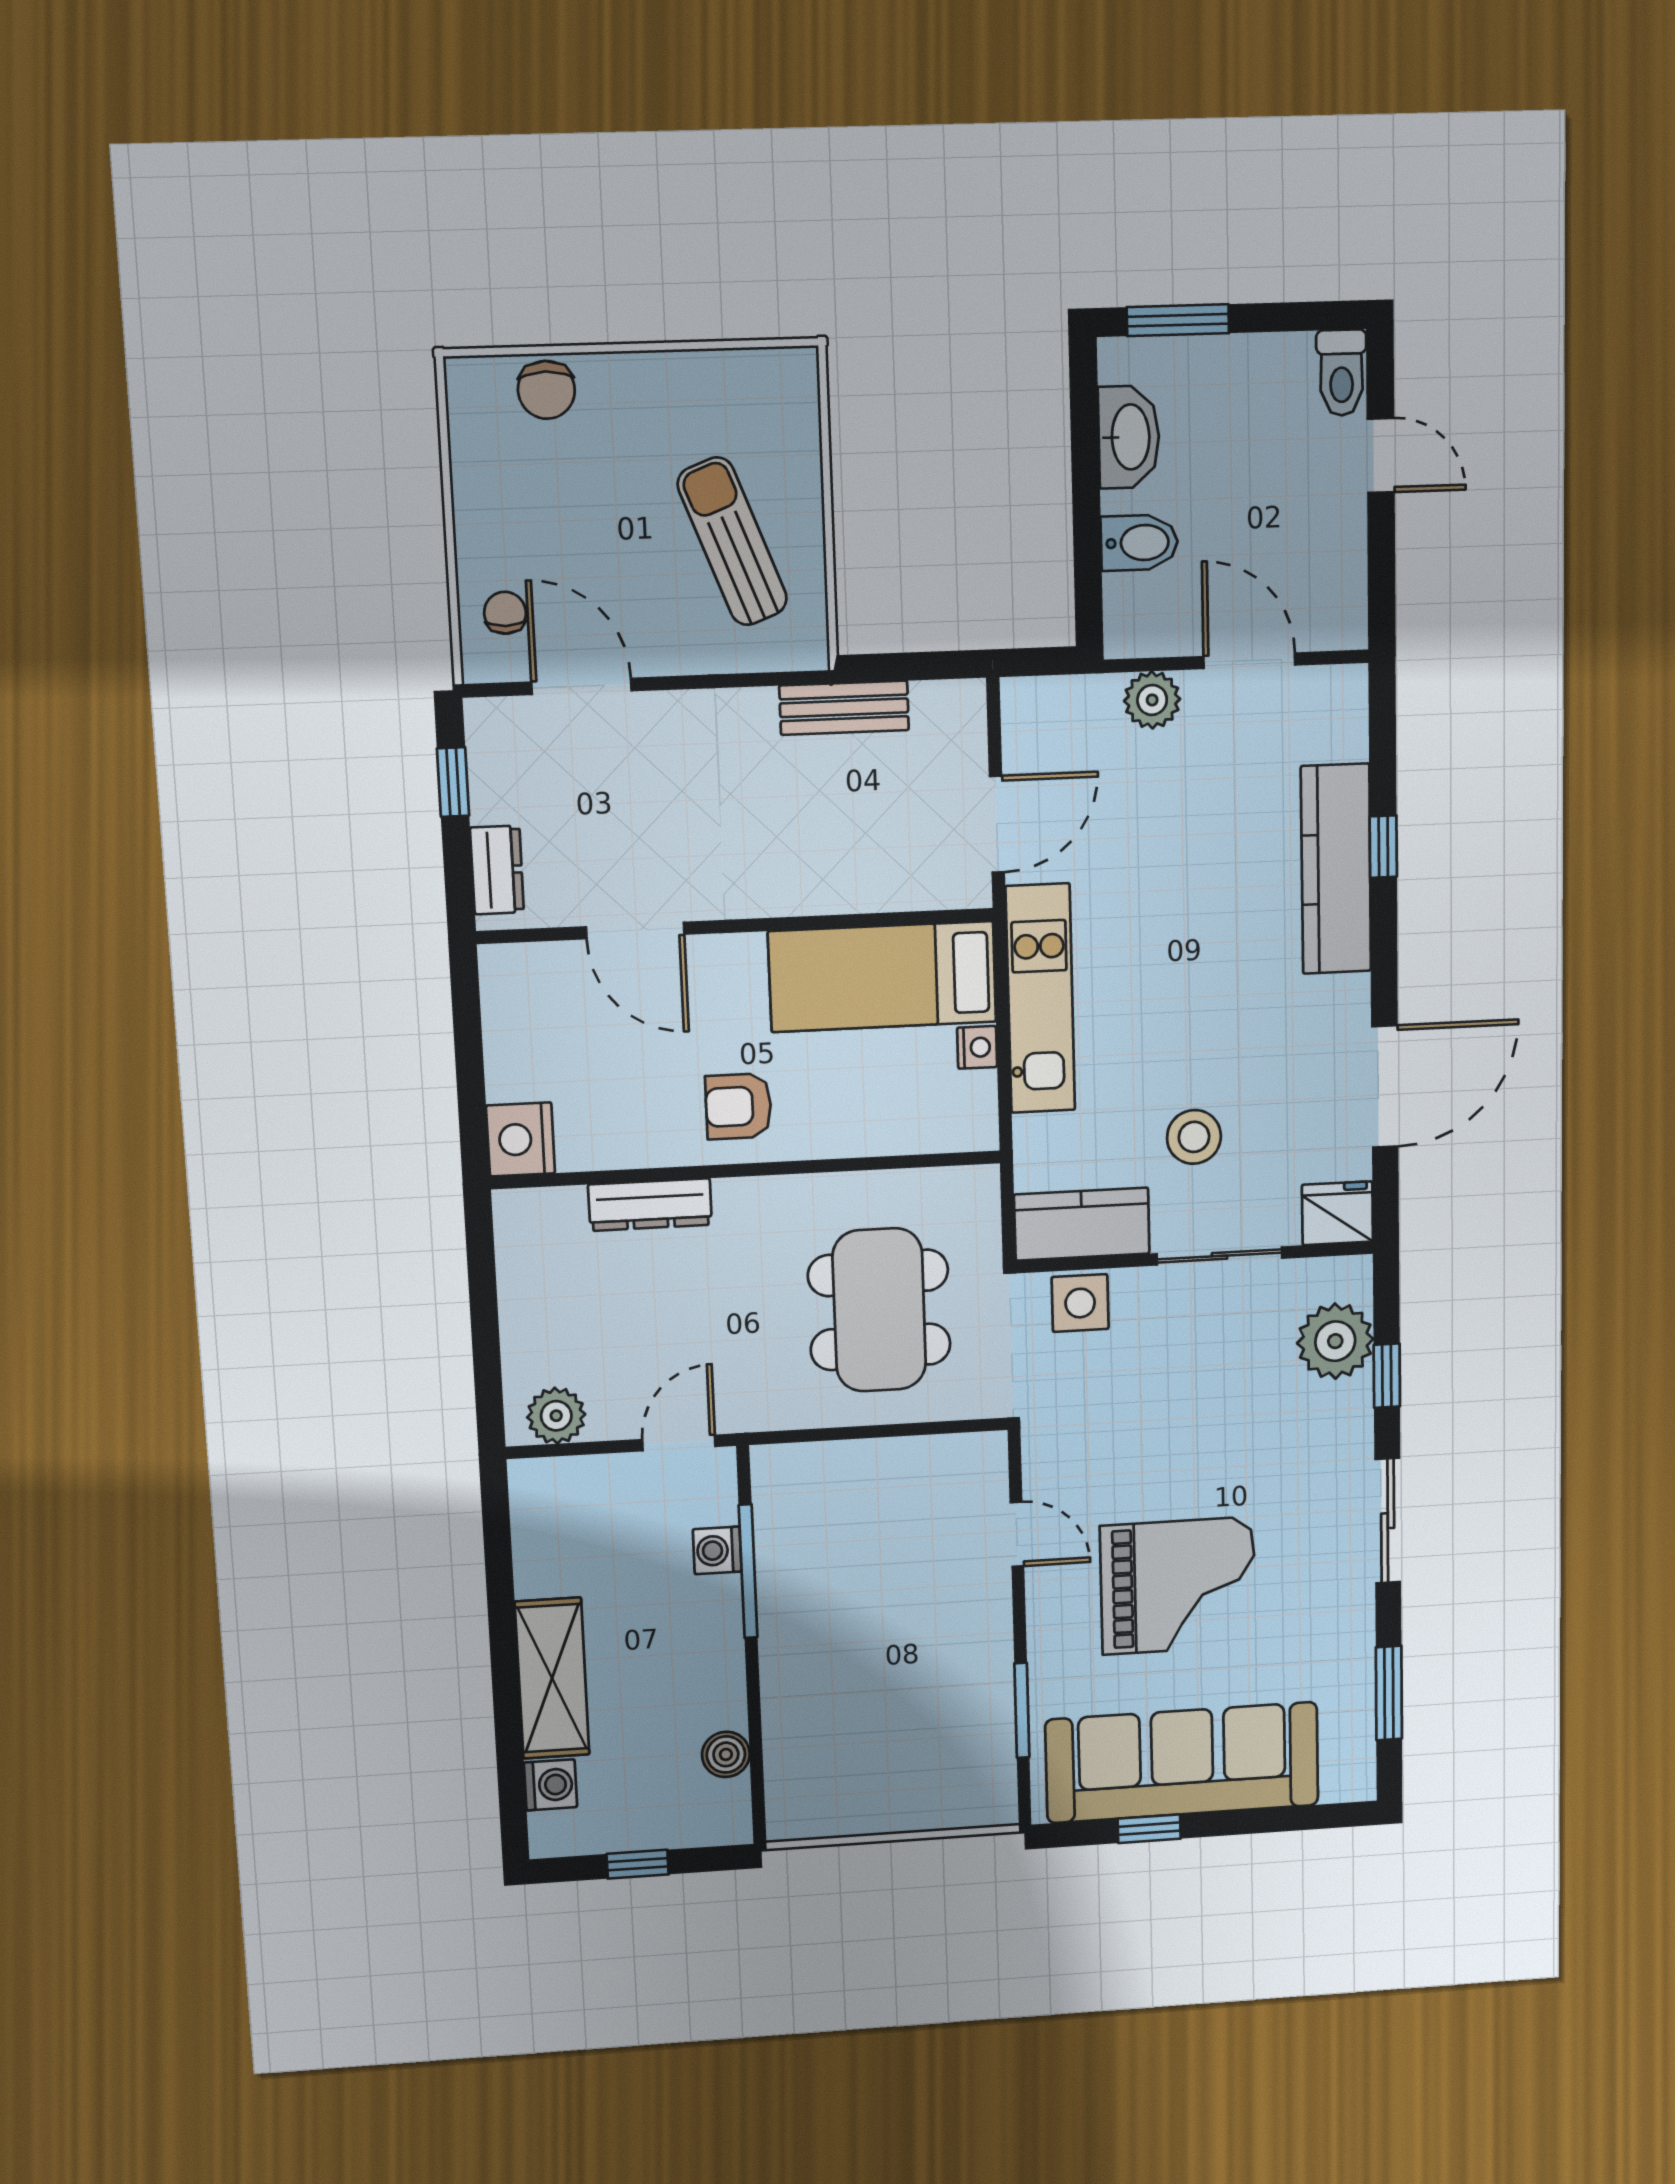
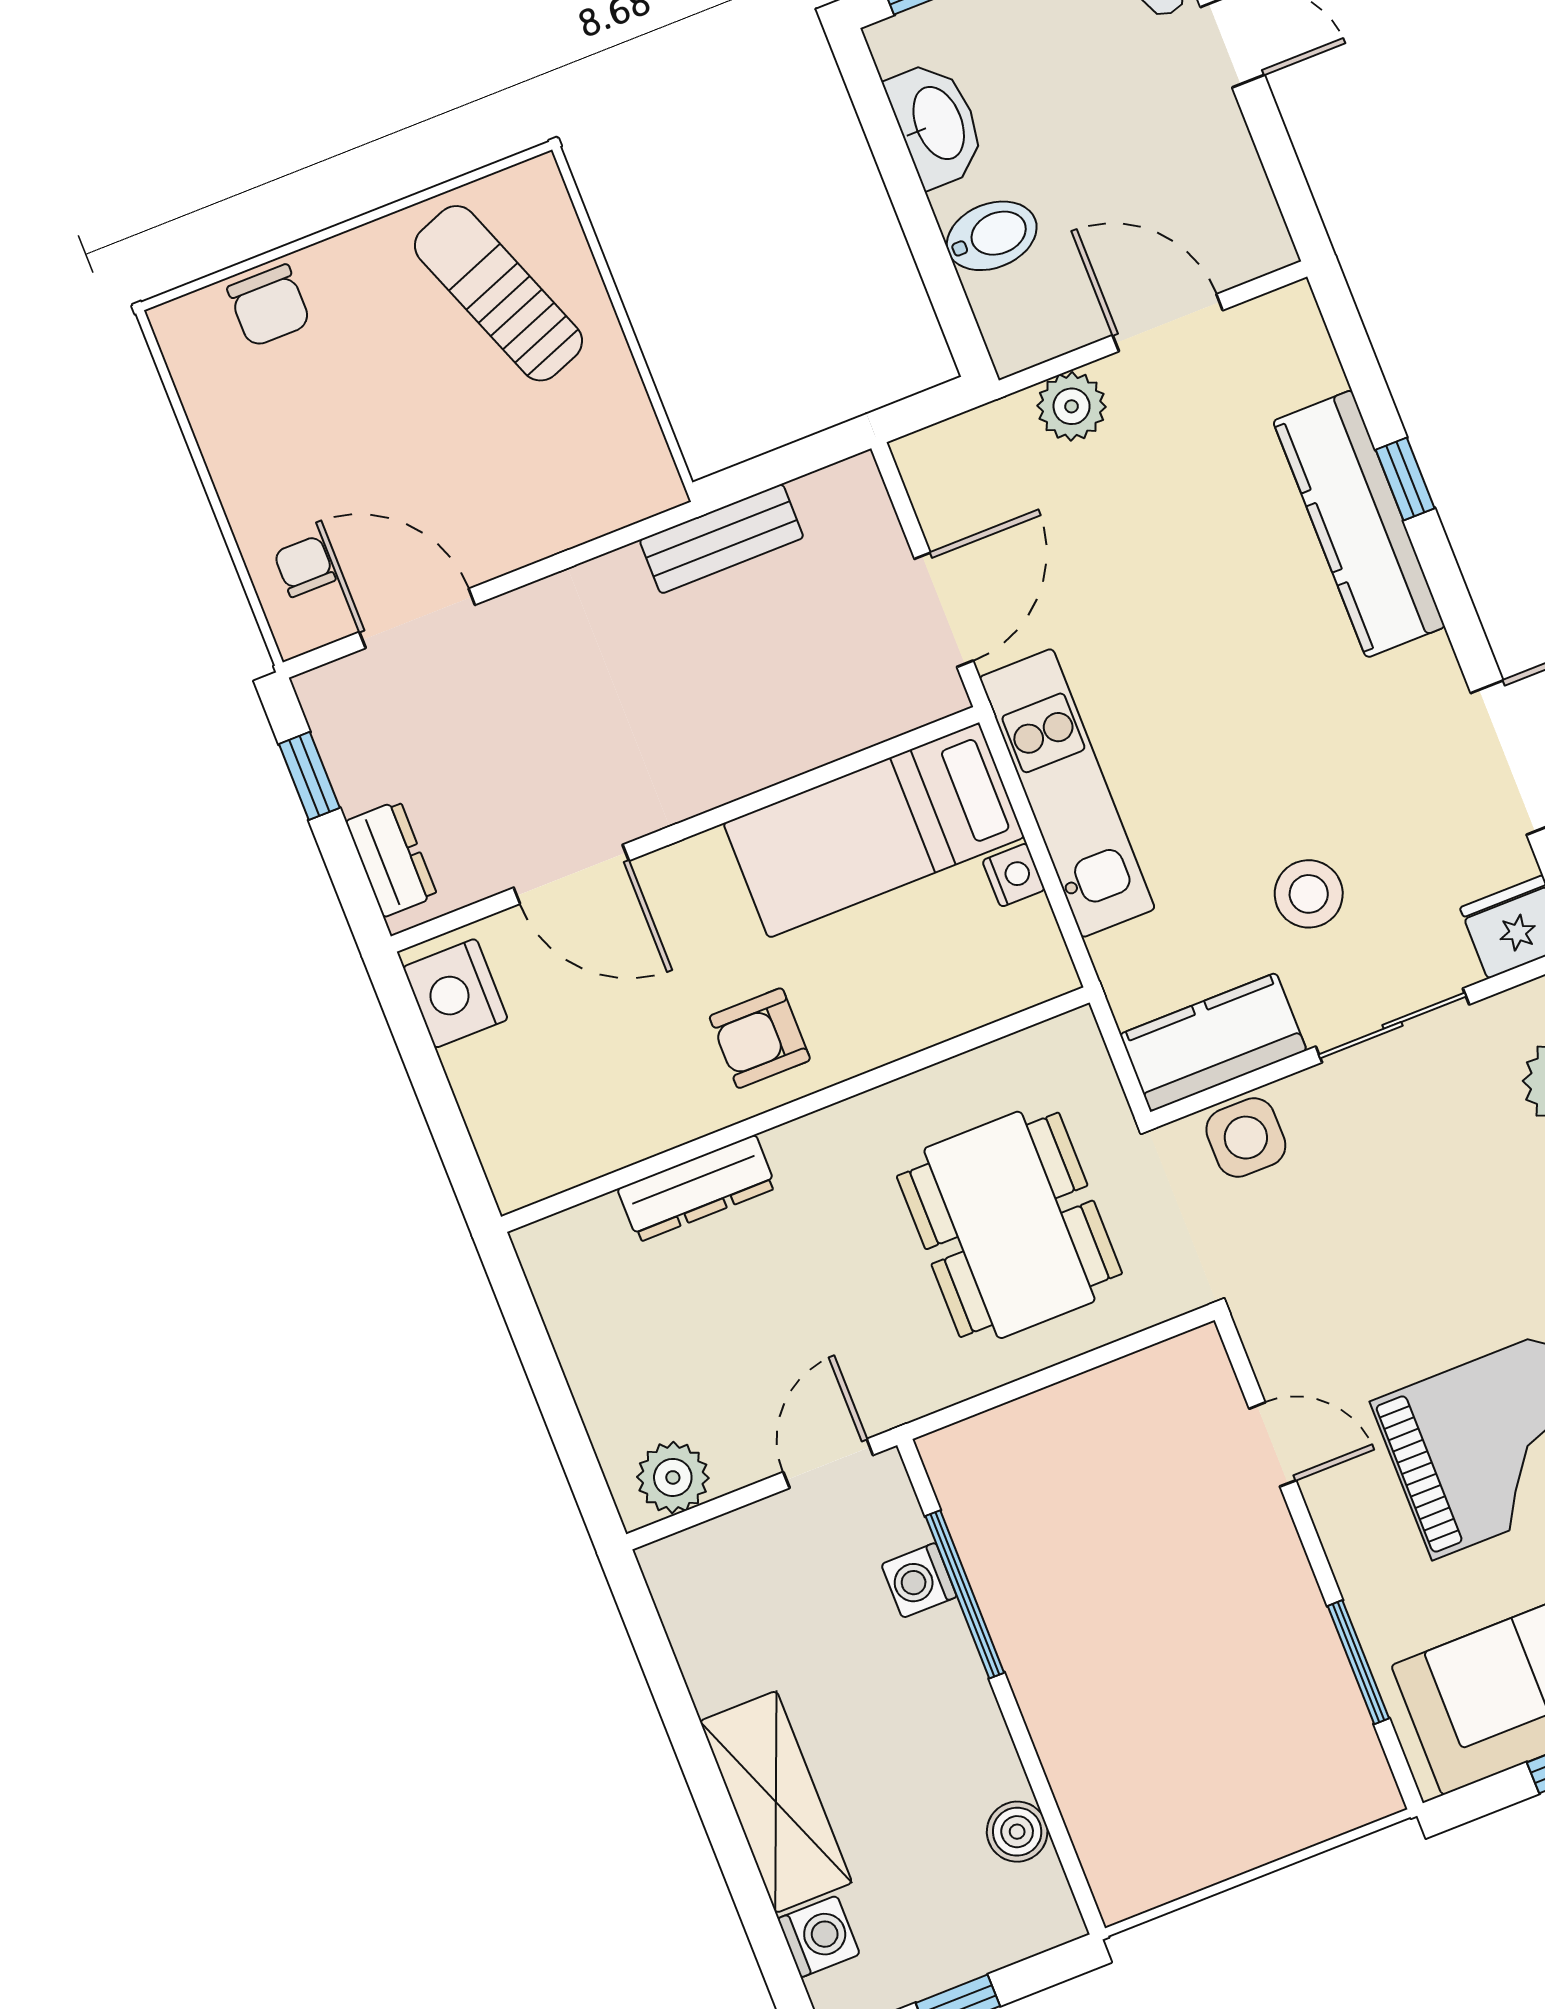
sun lounger: (732, 541) -> (498, 293), moved
nightstand: (521, 1139) -> (455, 993), moved

